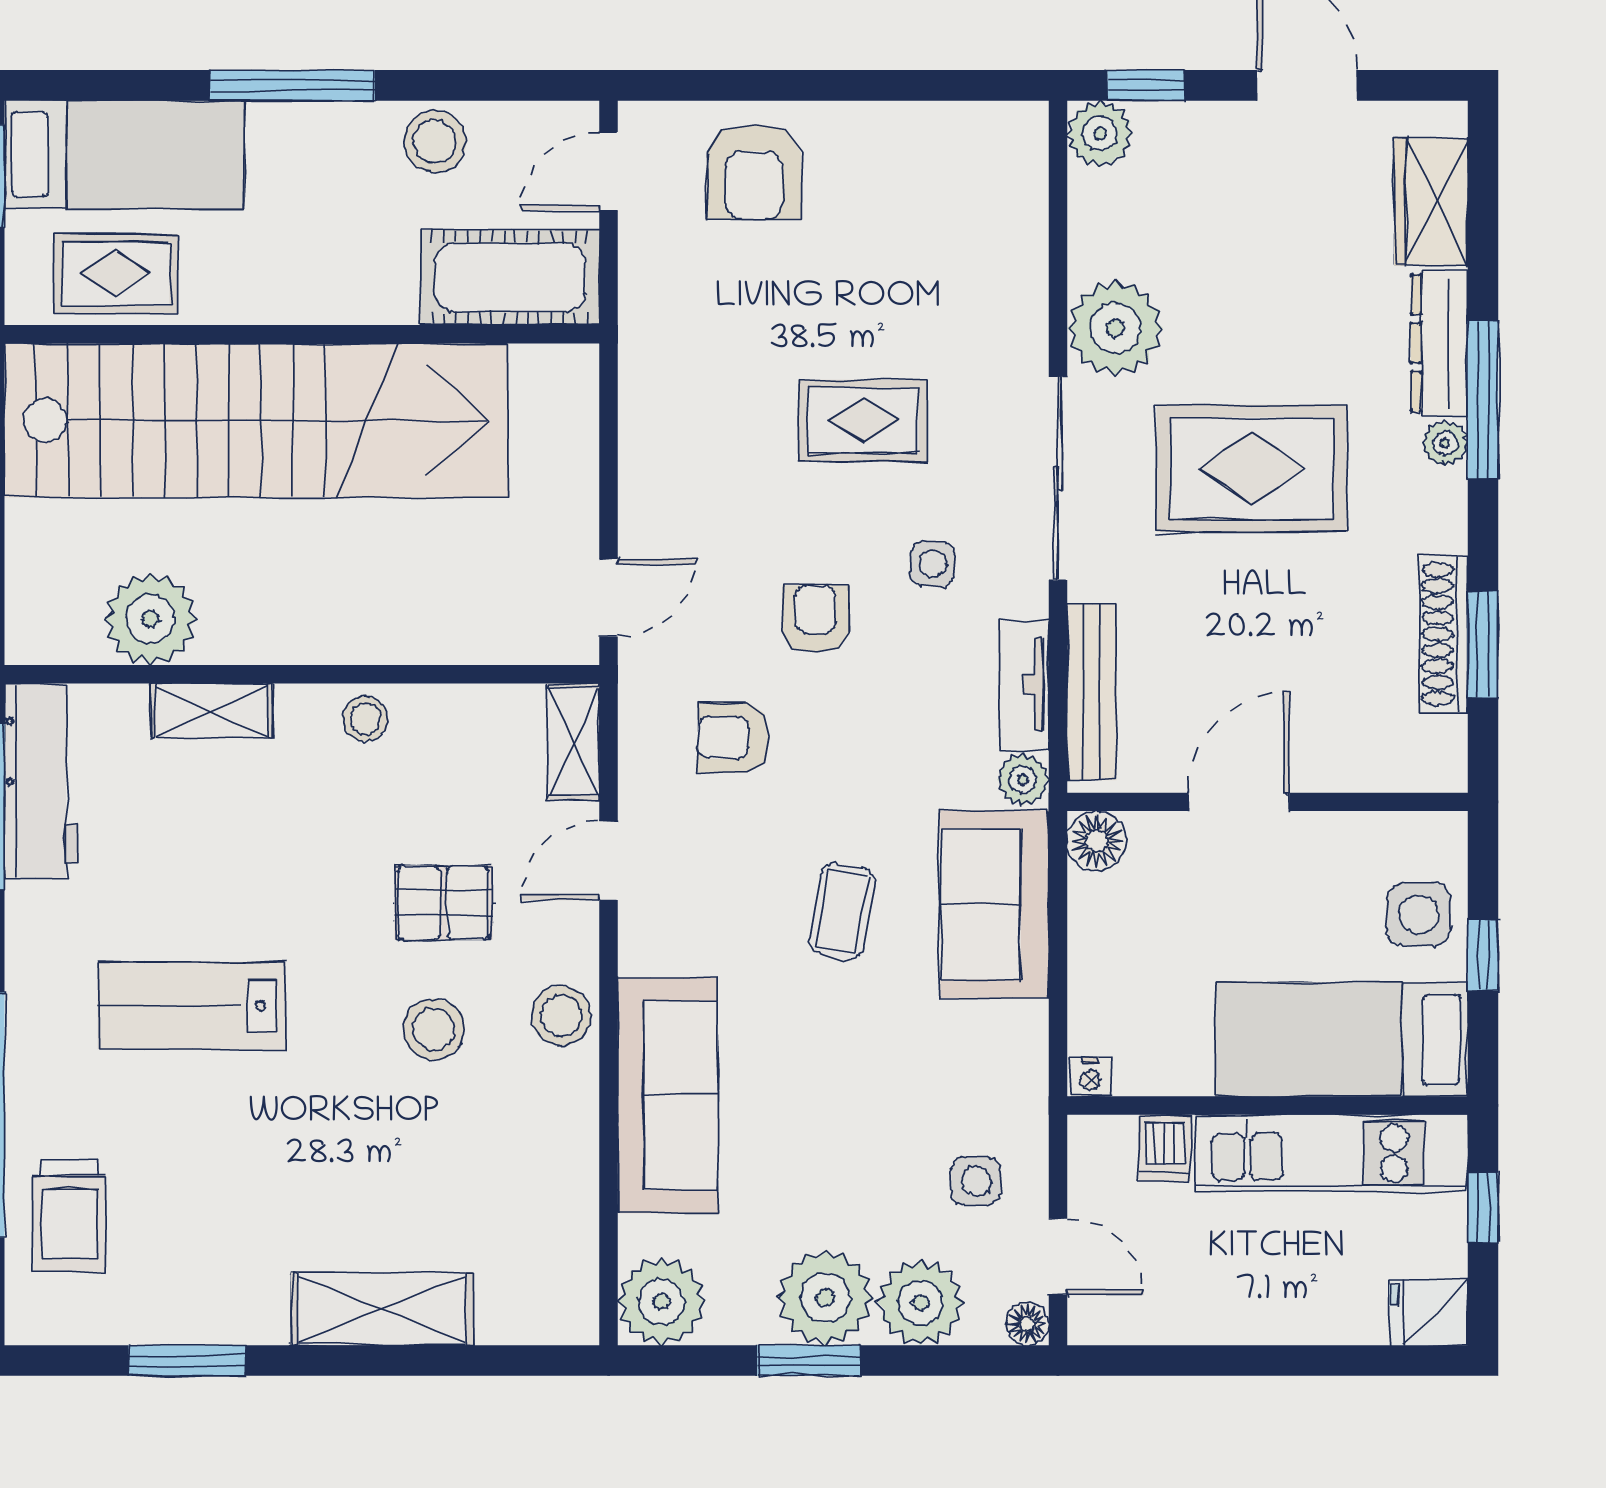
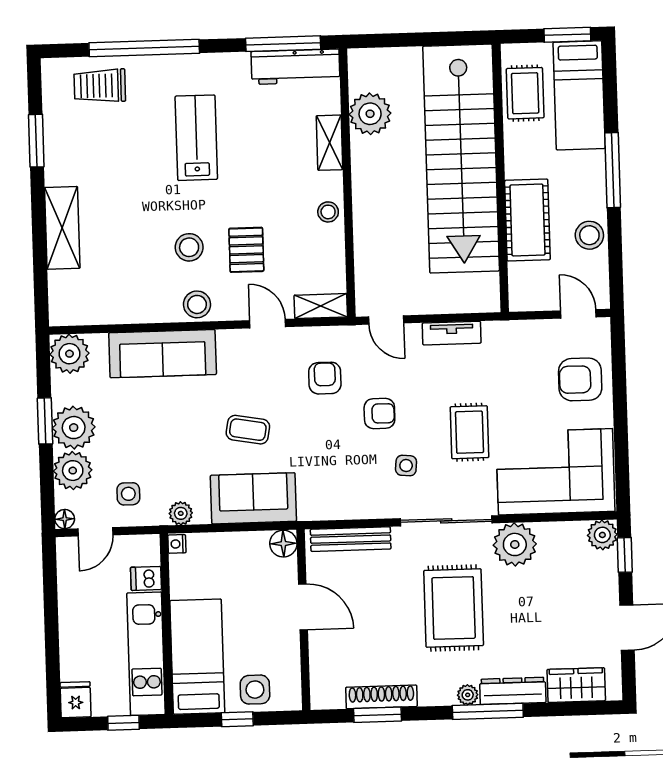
corner sofa: (957, 233) -> (555, 472), added
cot: (510, 278) -> (527, 220), moved
tv unit: (1024, 685) -> (452, 333), moved, turned 180
plant: (1023, 780) -> (181, 513), moved

